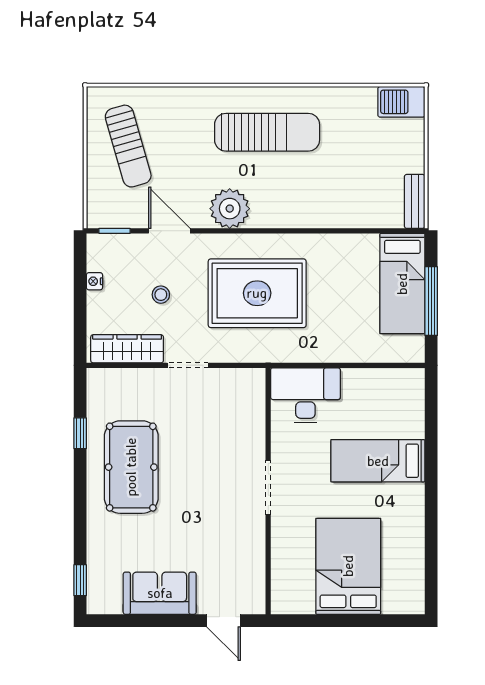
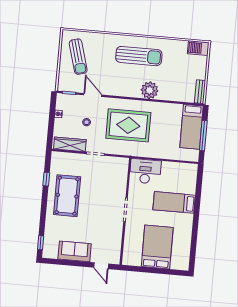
plant: (230, 209) -> (150, 90), moved

